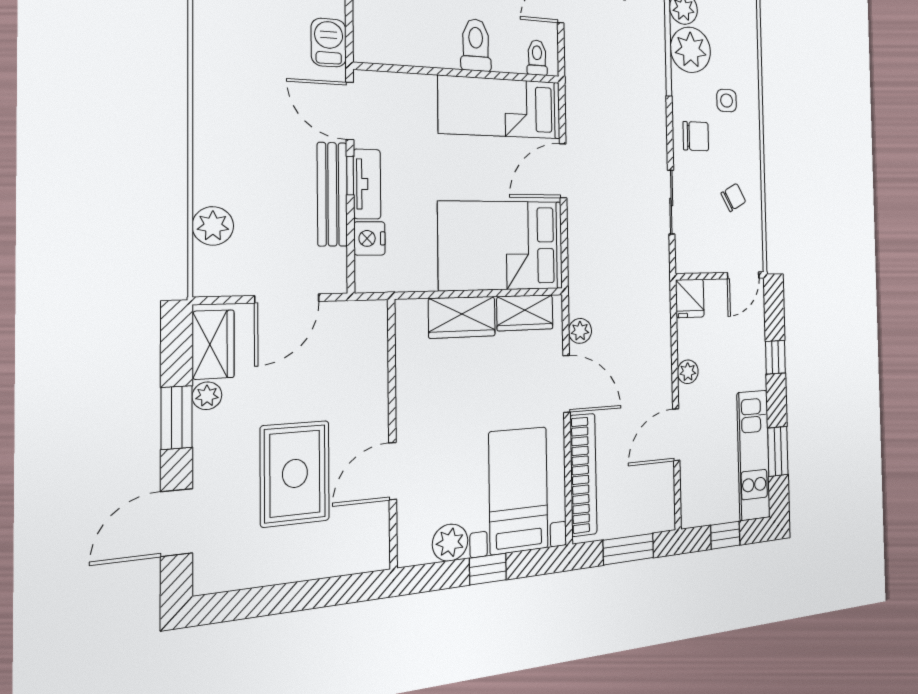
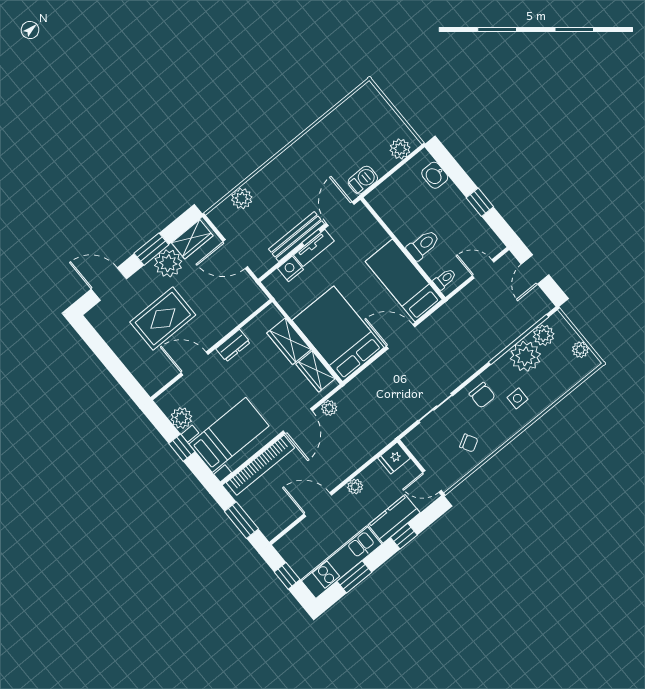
kitchen counter: (751, 353) -> (394, 519), added
plant: (207, 396) -> (168, 263), width x1.88, depth x1.88
dresser: (410, 398) -> (233, 346), added

